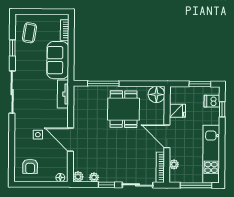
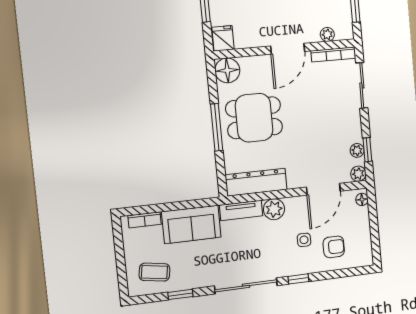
window: (103, 83) -> (217, 127), moved
dresser: (81, 106) -> (256, 182), added
fridge: (178, 111) -> (223, 38), moved
plant: (61, 116) -> (274, 209), added
window: (12, 128) -> (298, 279), added
door: (71, 140) -> (323, 189), moved
armchair: (30, 166) -> (334, 247), moved
window: (106, 185) -> (367, 150), moved

